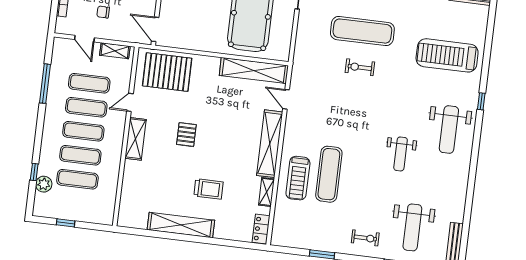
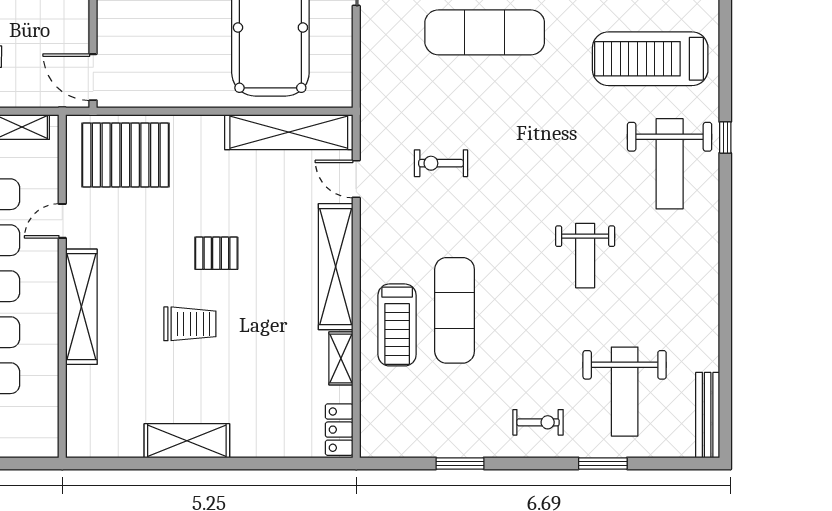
exercise bike: (360, 67) -> (441, 163), moved
weight bench: (449, 130) -> (670, 164), moved
pallet: (186, 135) -> (216, 253), moved, turned 90
shelving: (136, 139) -> (81, 307), width x1.47
trolley: (208, 189) -> (190, 324), moved
shelving: (181, 225) -> (187, 441), width x0.68

